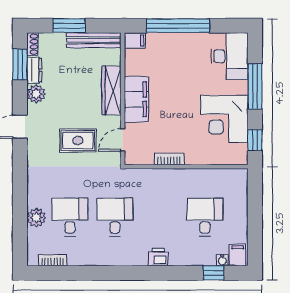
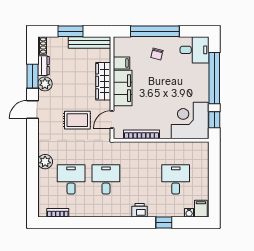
filing cabinet: (135, 41) -> (121, 63), moved
chair: (181, 55) -> (157, 54), added
desk: (229, 56) -> (195, 50), width x0.73
window: (20, 65) -> (32, 76), moved
window: (255, 86) -> (214, 78), width x1.46
corner desk: (224, 119) -> (190, 121), moved, turned 90
bookcase: (169, 159) -> (142, 134), width x1.56
plant: (36, 218) -> (45, 162), moved
window: (214, 273) -> (164, 223), moved

